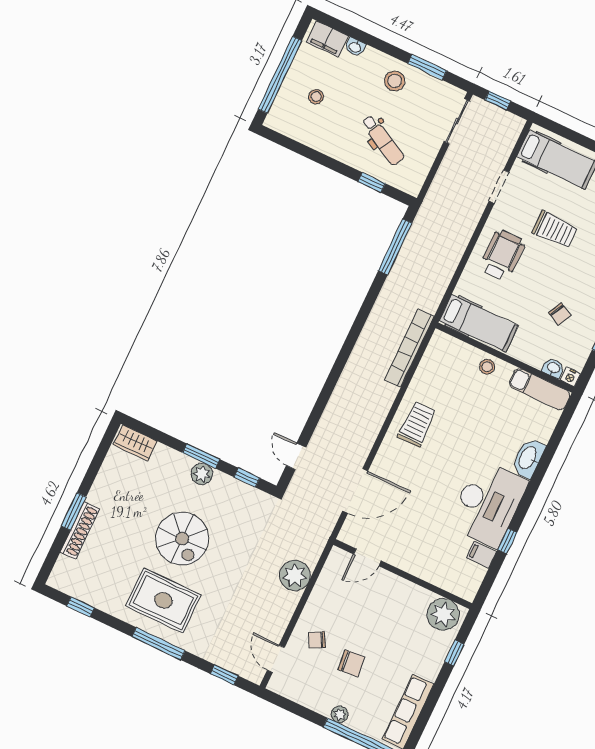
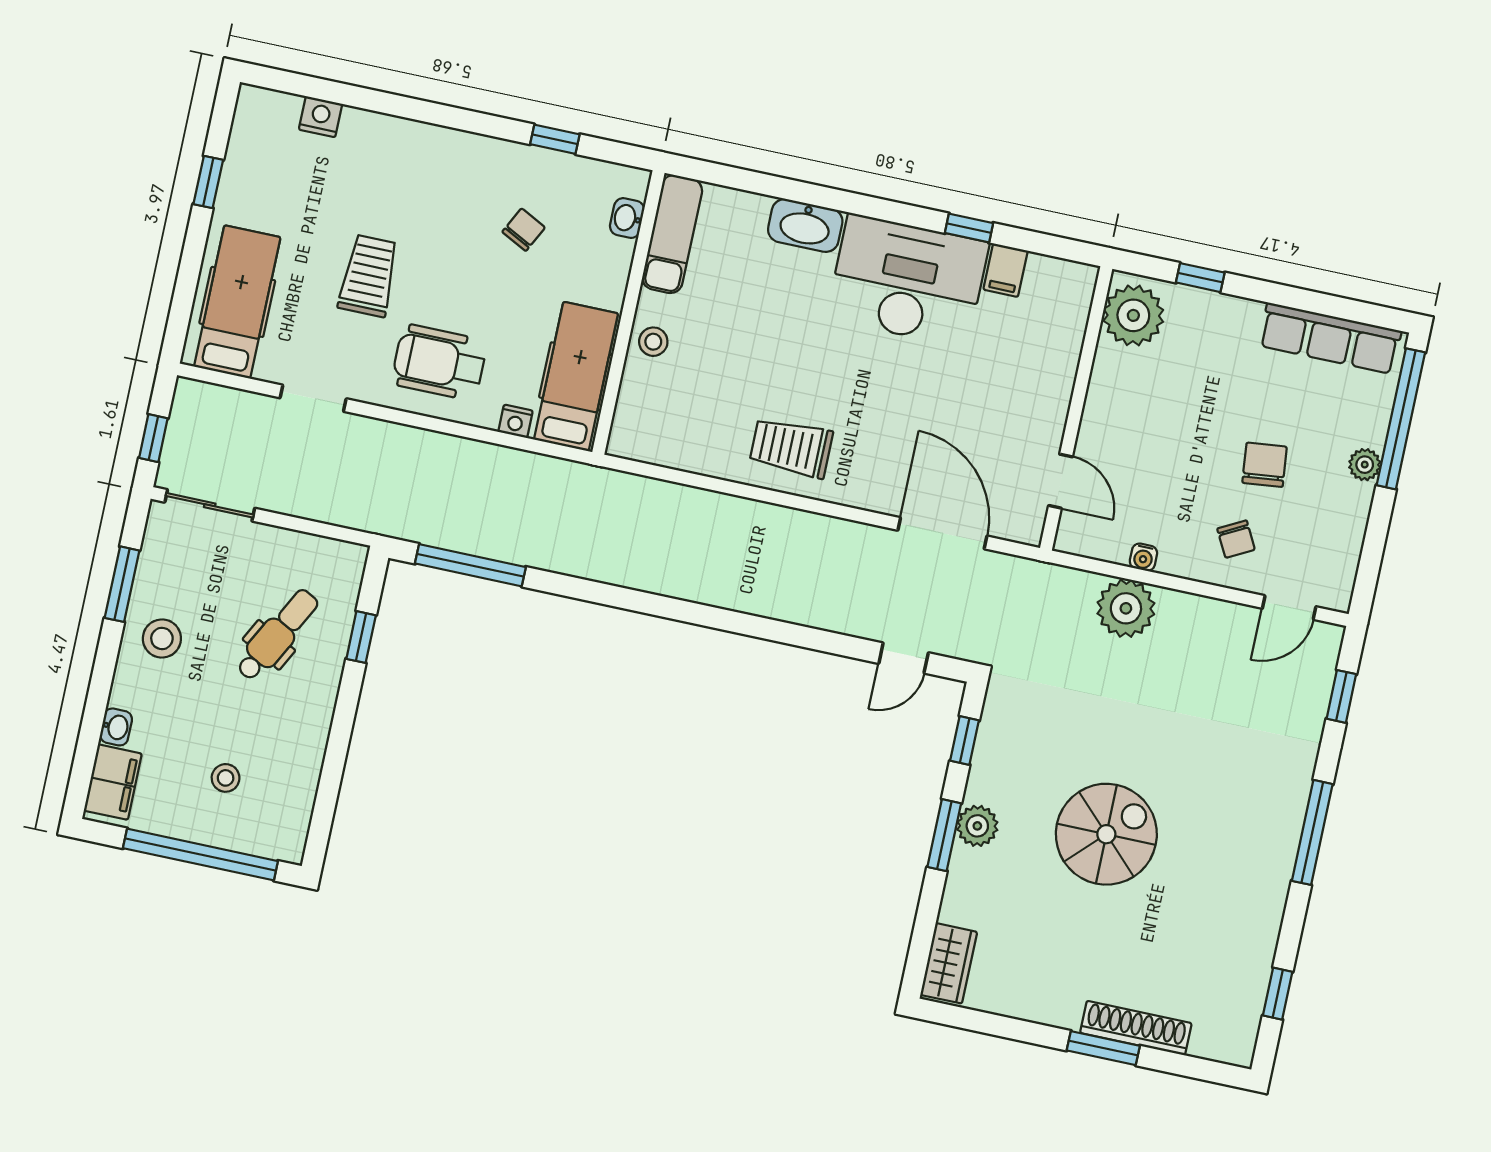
bookcase: (409, 348) -> (652, 495), removed
nightstand: (570, 377) -> (515, 421), moved, turned 90
water cooler: (319, 591) -> (1143, 557), added
rug: (163, 600) -> (1229, 842), removed

